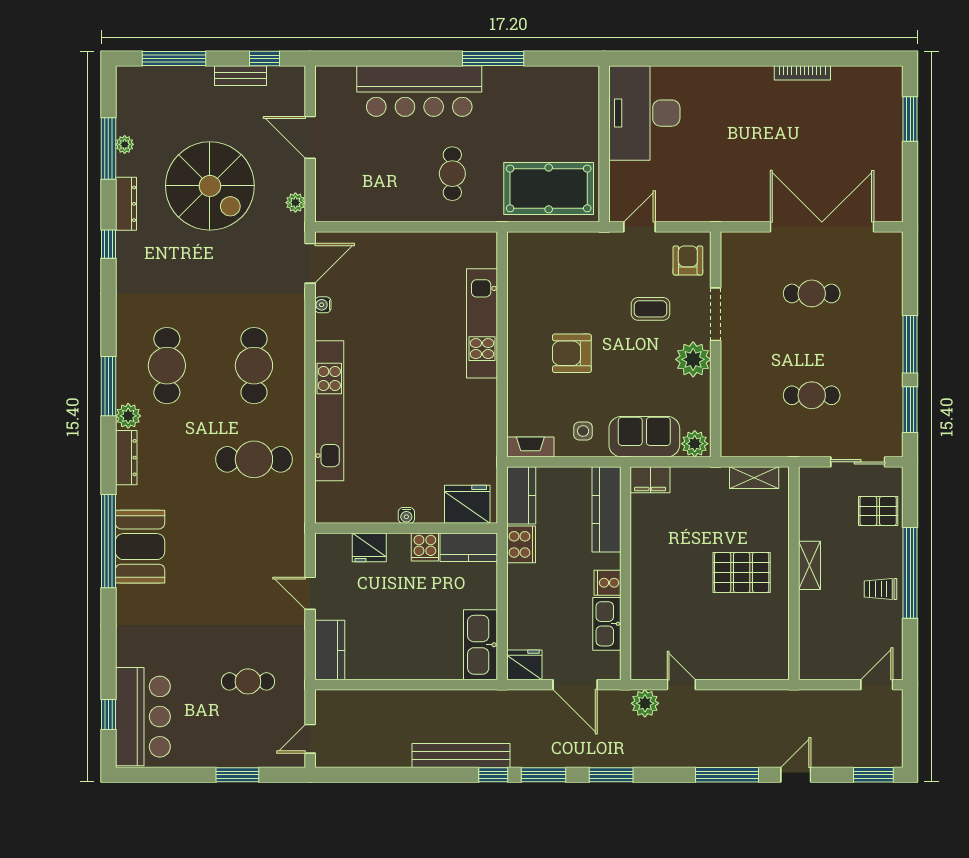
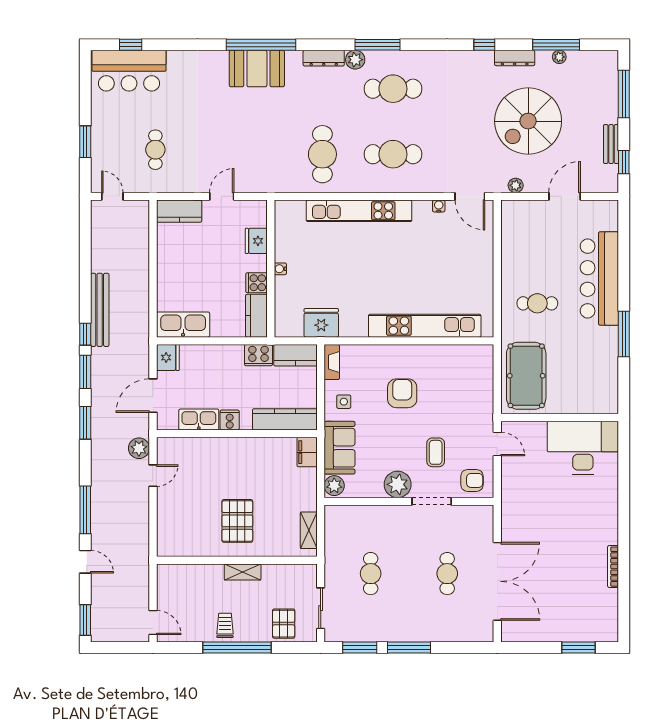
kitchen unit: (482, 323) -> (425, 326), width x1.36
fridge: (467, 504) -> (321, 323), moved, turned -90

